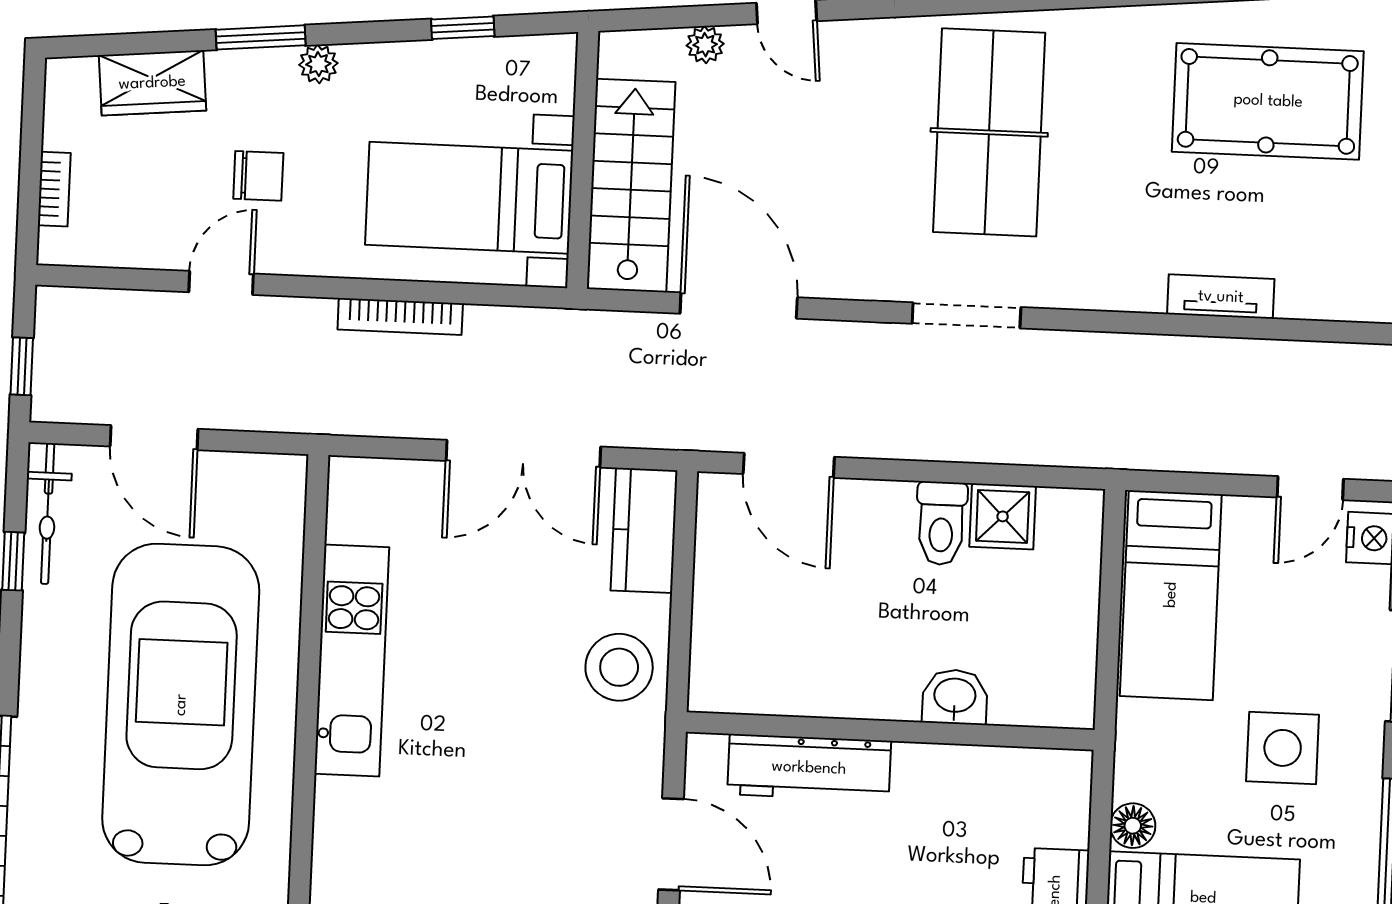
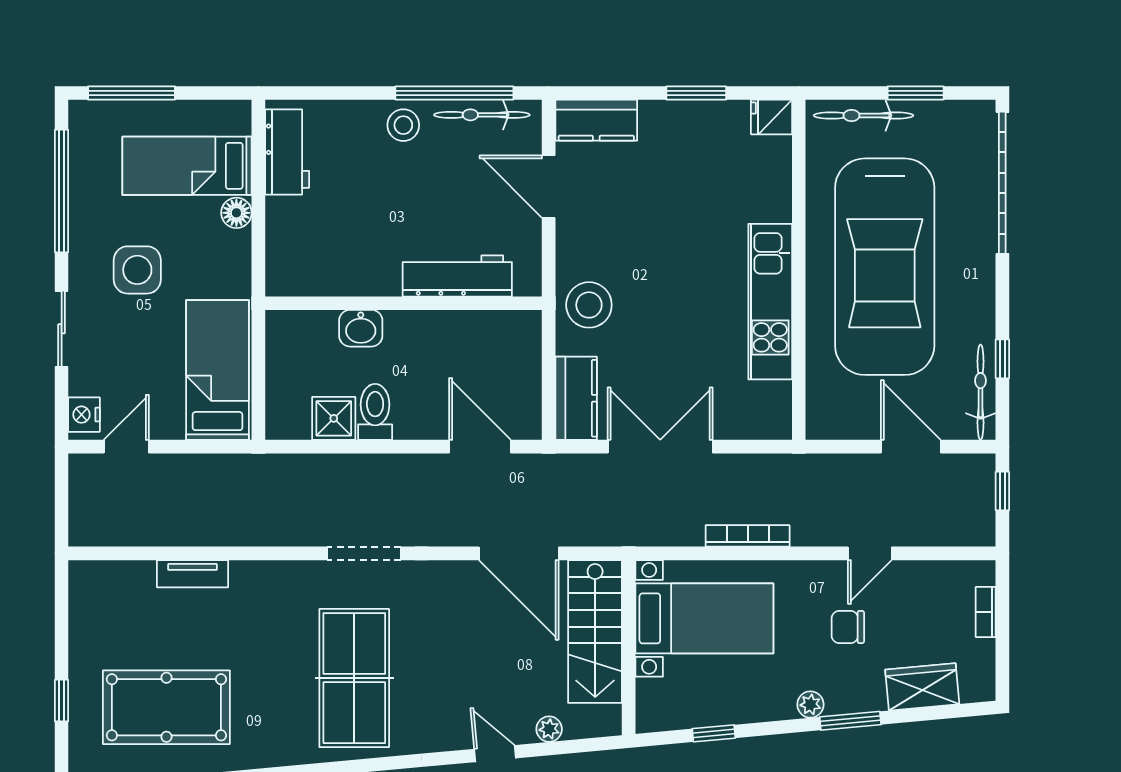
washbasin: (955, 697) -> (361, 328), moved
wall: (890, 731) -> (403, 303), moved
workbench: (809, 768) -> (457, 276), moved

